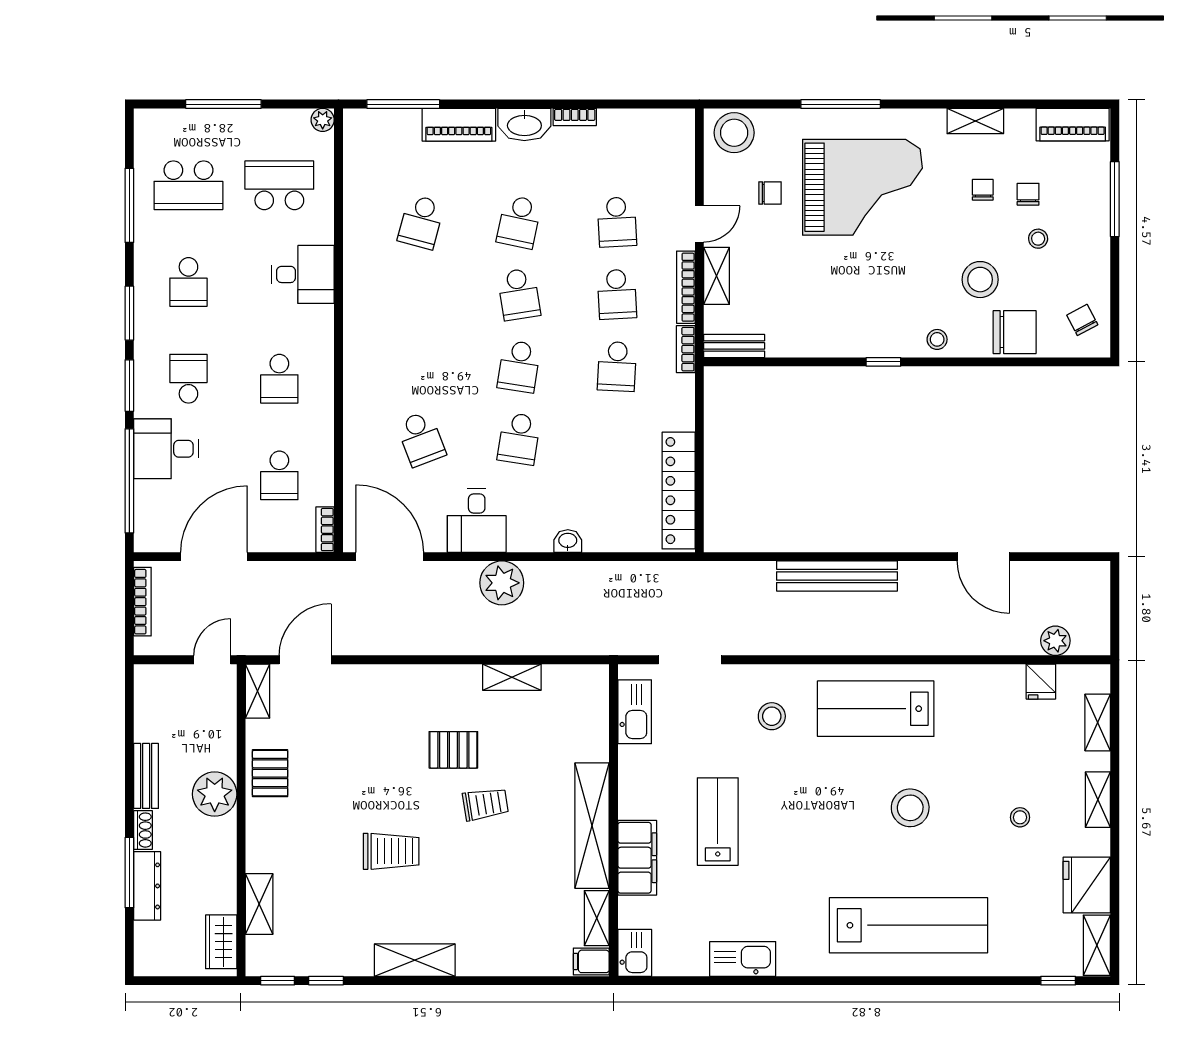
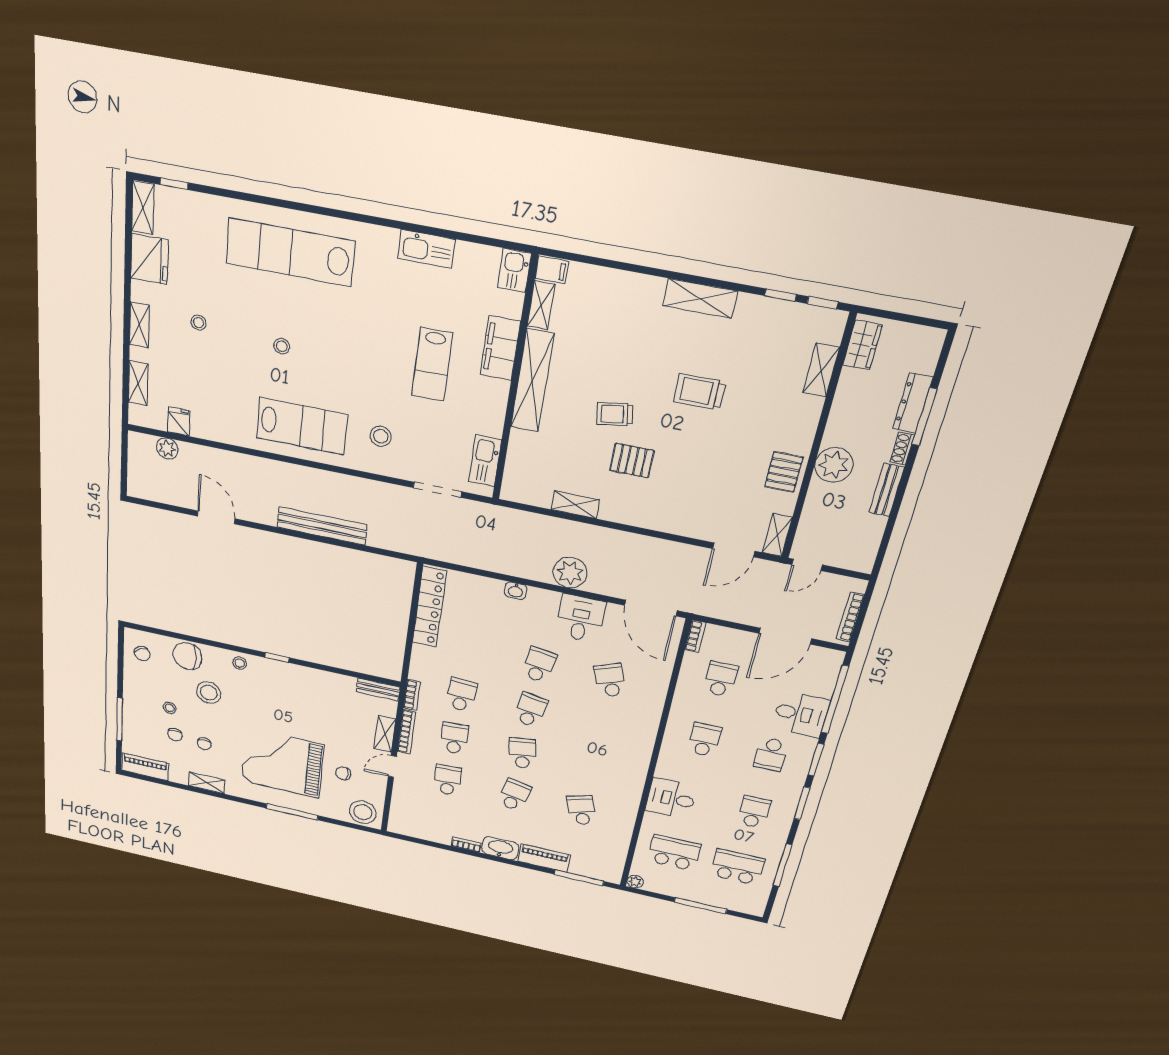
school desk: (279, 185) -> (674, 853), turned 180
school desk: (421, 222) -> (581, 810), turned -33
stool: (910, 808) -> (282, 346), width x0.53, depth x0.53

